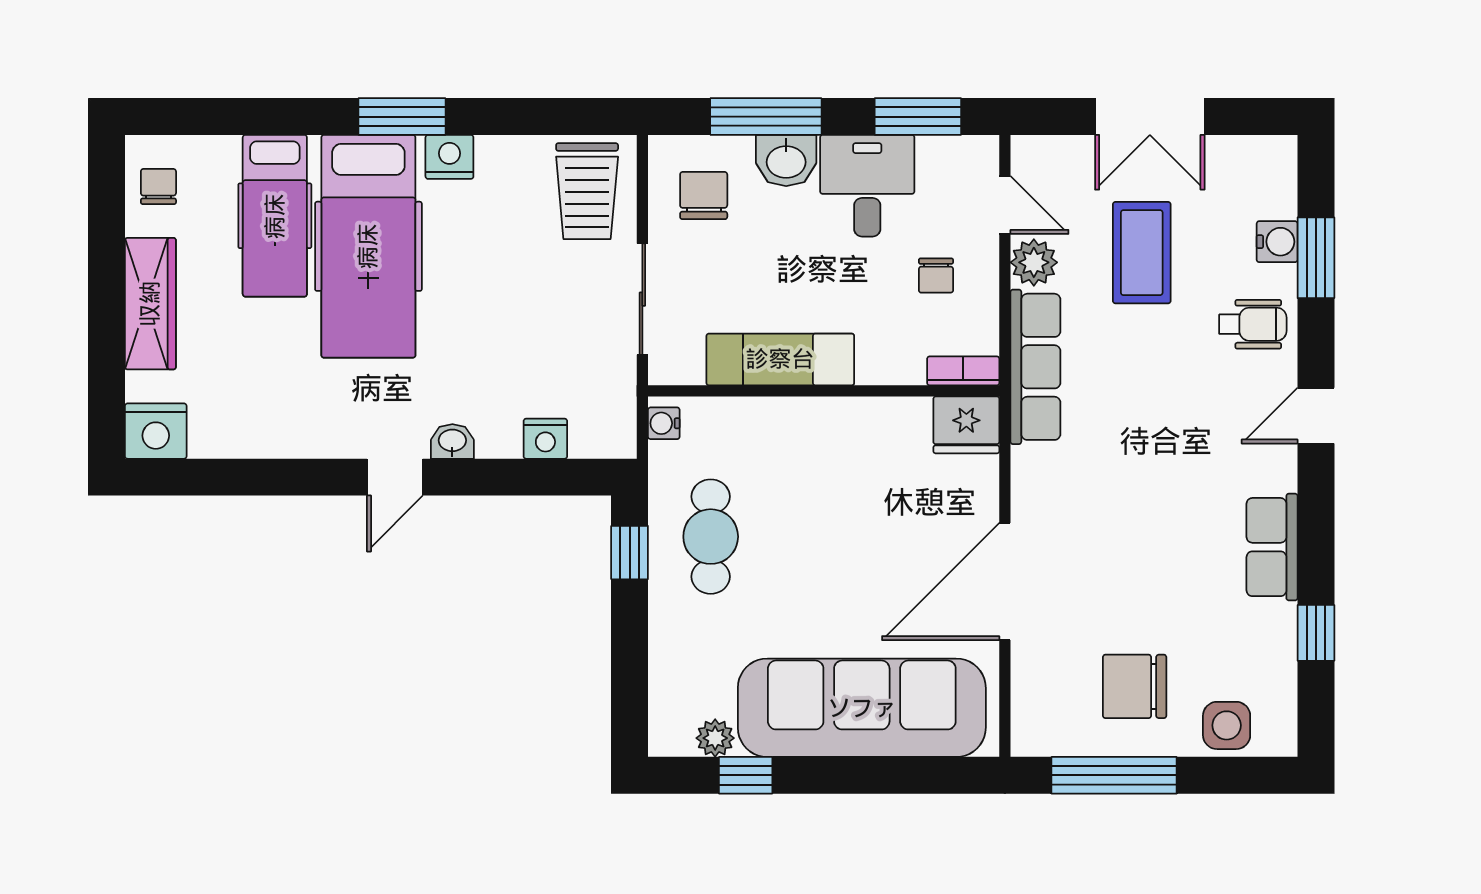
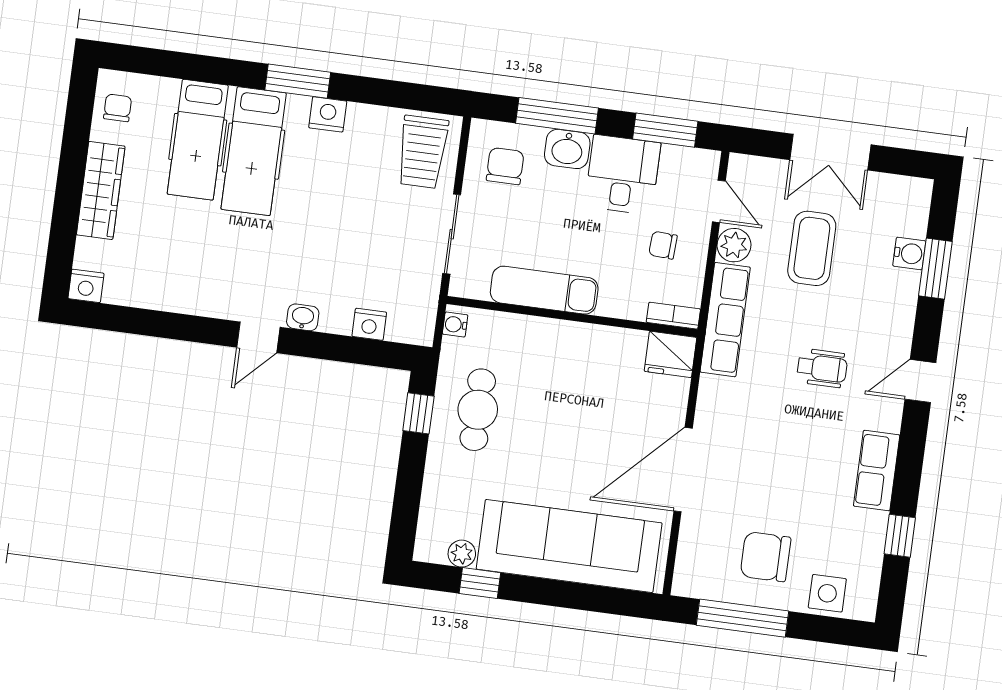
hospital bed: (368, 246) -> (254, 151), width x0.73, depth x0.78
chair: (936, 276) -> (663, 245), turned 93
wheelchair: (1253, 324) -> (822, 368), moved
nightstand: (156, 431) -> (86, 286), width x0.74, depth x0.75

